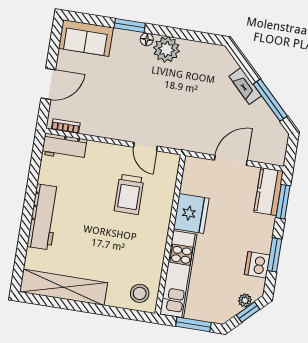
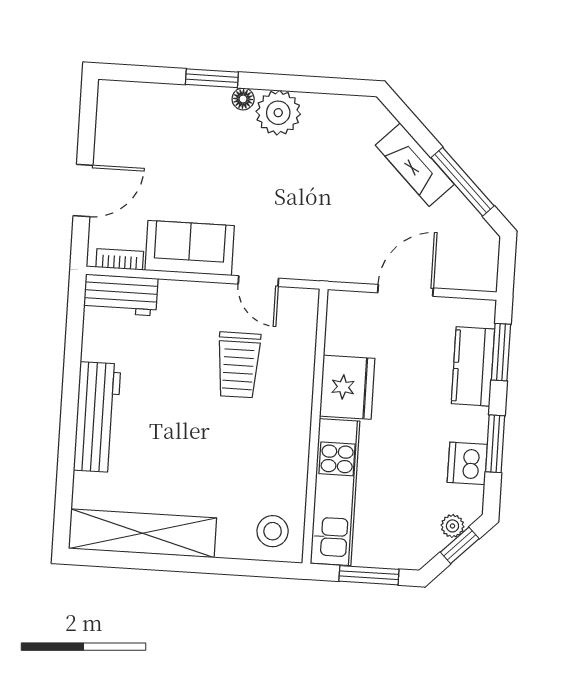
sofa: (86, 38) -> (190, 248), moved, turned 180
fireplace: (245, 86) -> (415, 165), width x1.37, depth x1.32
kitchen counter: (269, 191) -> (473, 366), moved

